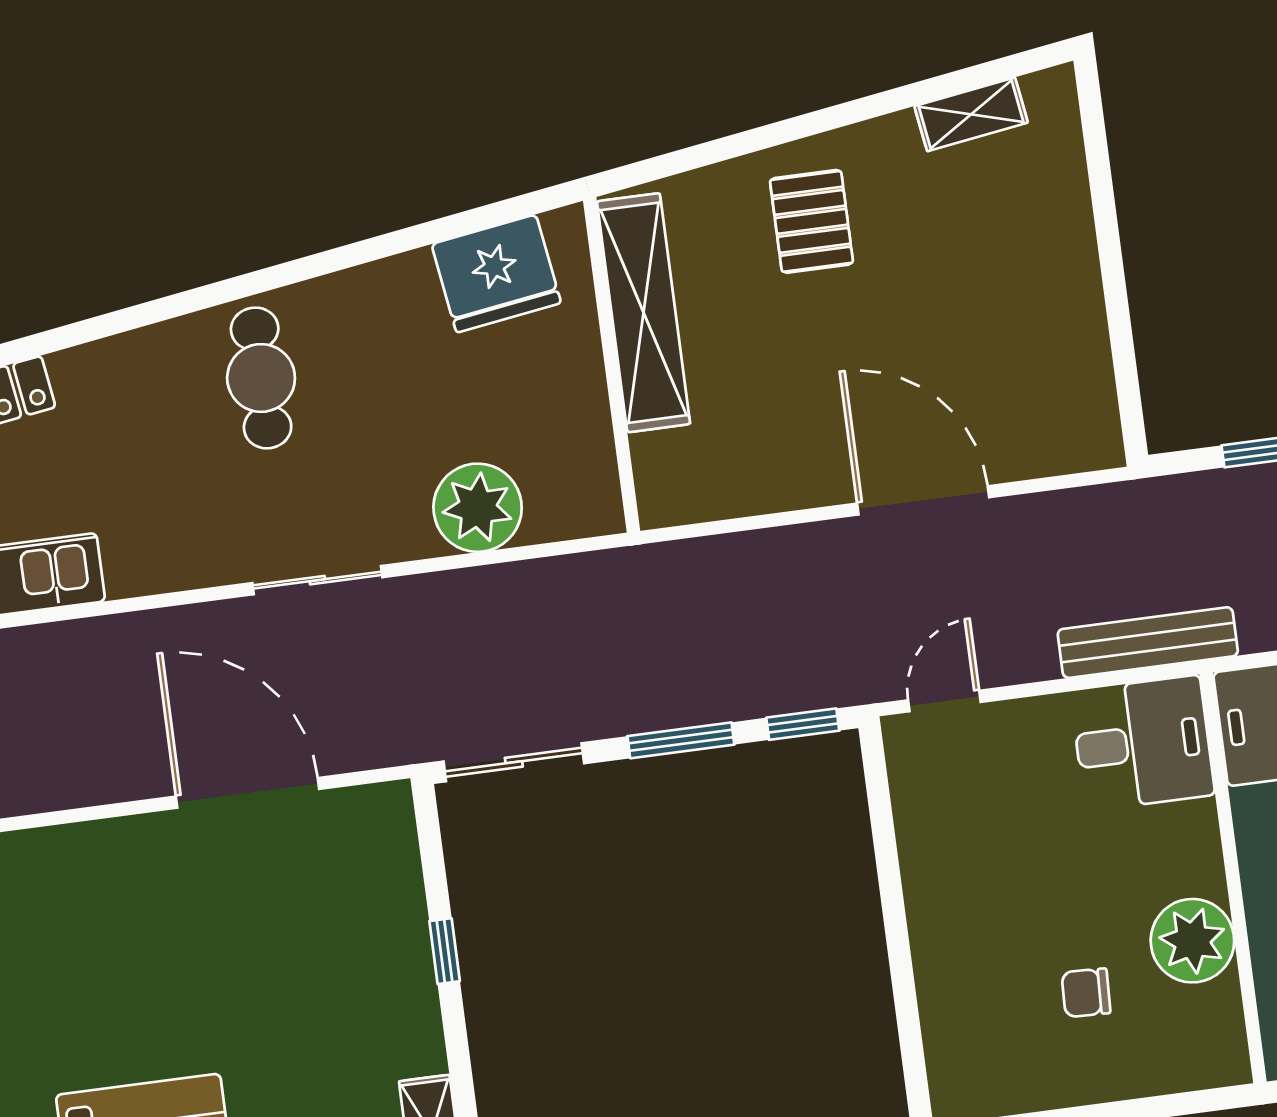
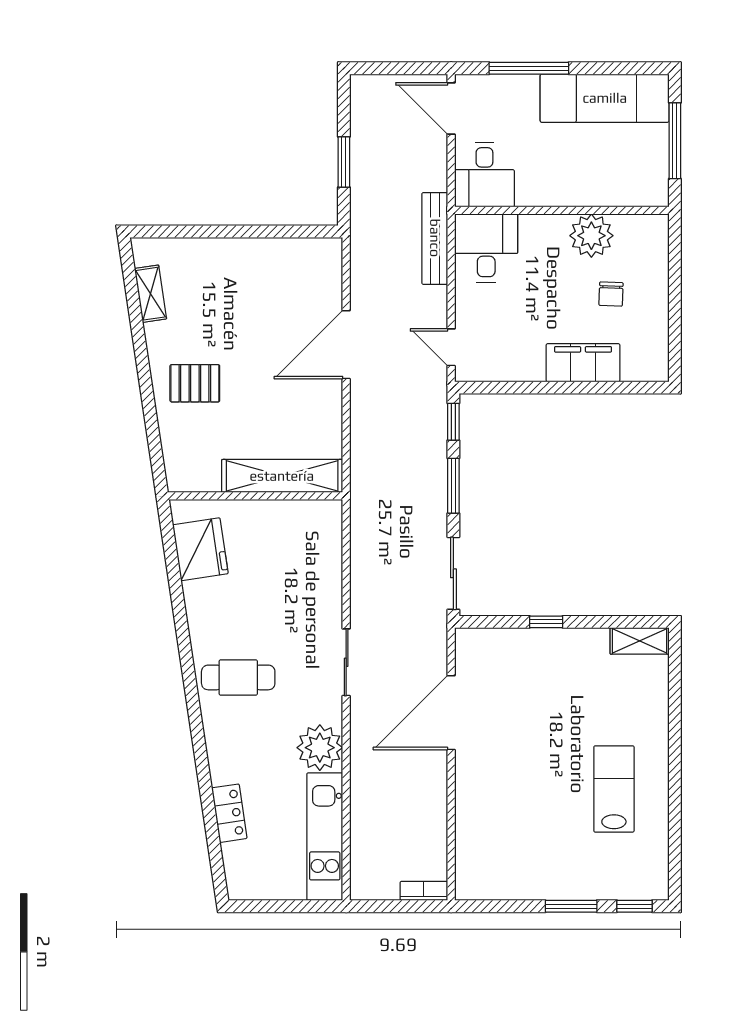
shelving: (644, 313) -> (282, 476), moved
plant: (478, 508) -> (320, 748), moved
filing cabinet: (948, 957) -> (583, 363), added

